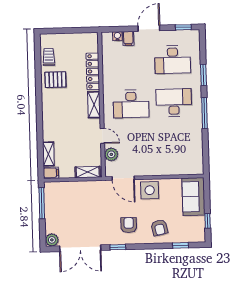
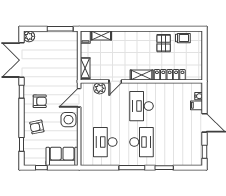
desk: (173, 60) -> (105, 142), moved

